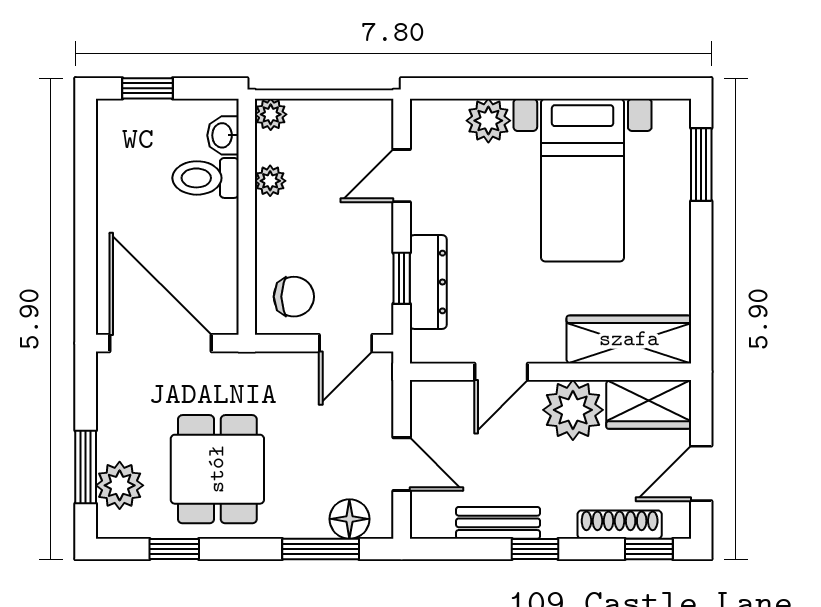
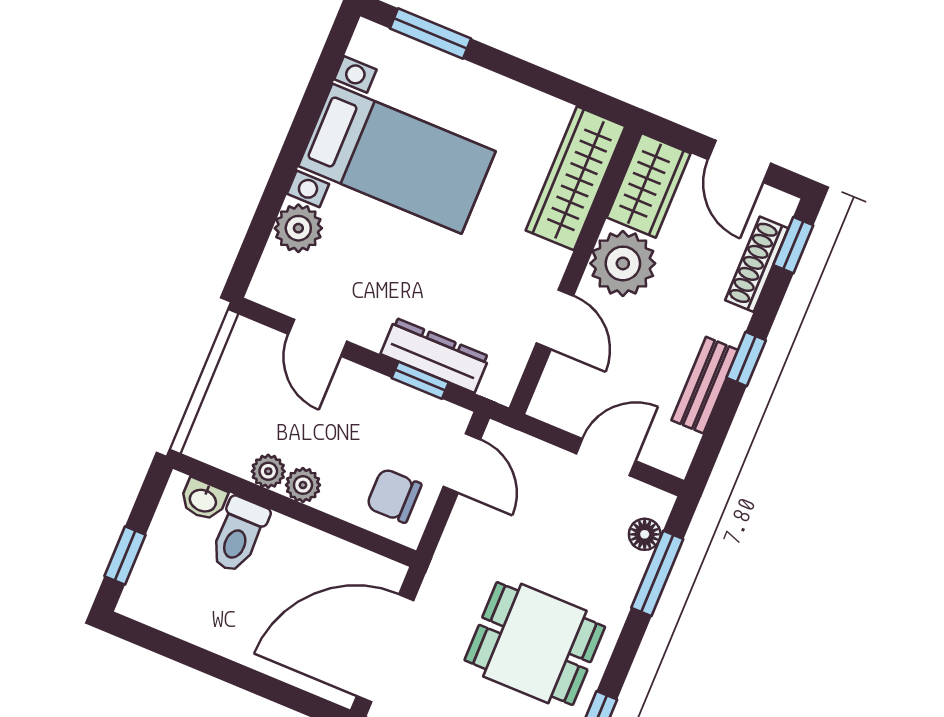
plant: (271, 114) -> (303, 485), moved
chair: (294, 297) -> (394, 496), turned -90
floor lamp: (349, 519) -> (645, 534), width x0.73, depth x0.73

